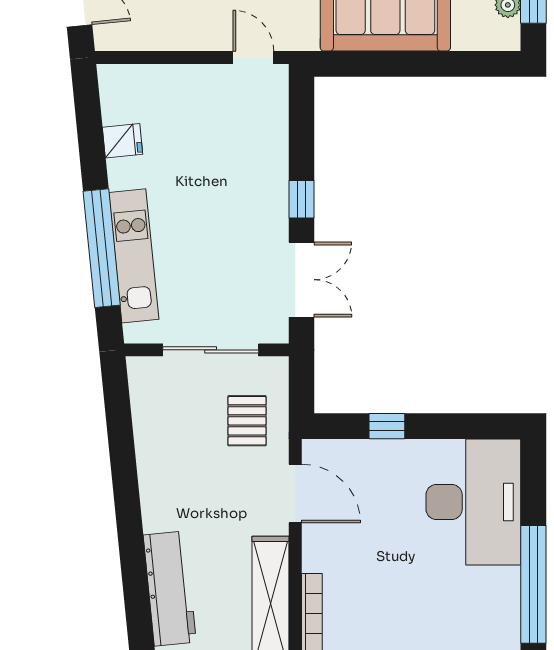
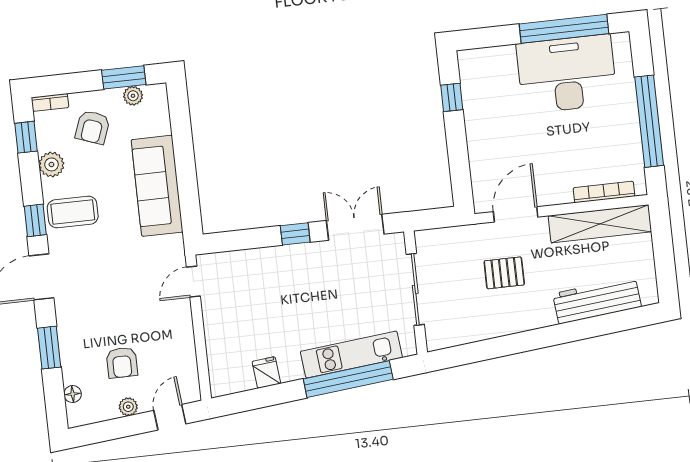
pallet: (247, 421) -> (504, 273), moved
window: (387, 426) -> (452, 97), moved
desk: (473, 502) -> (567, 74), moved

